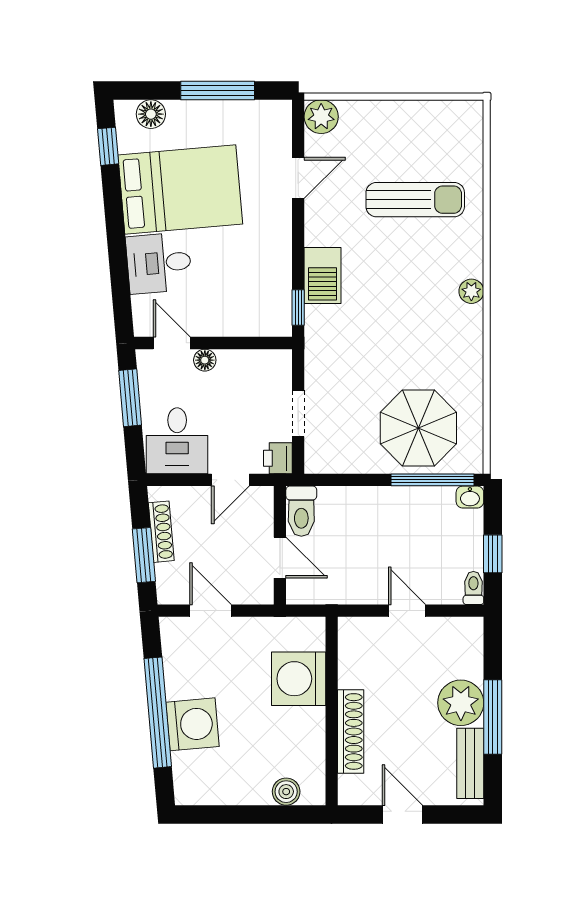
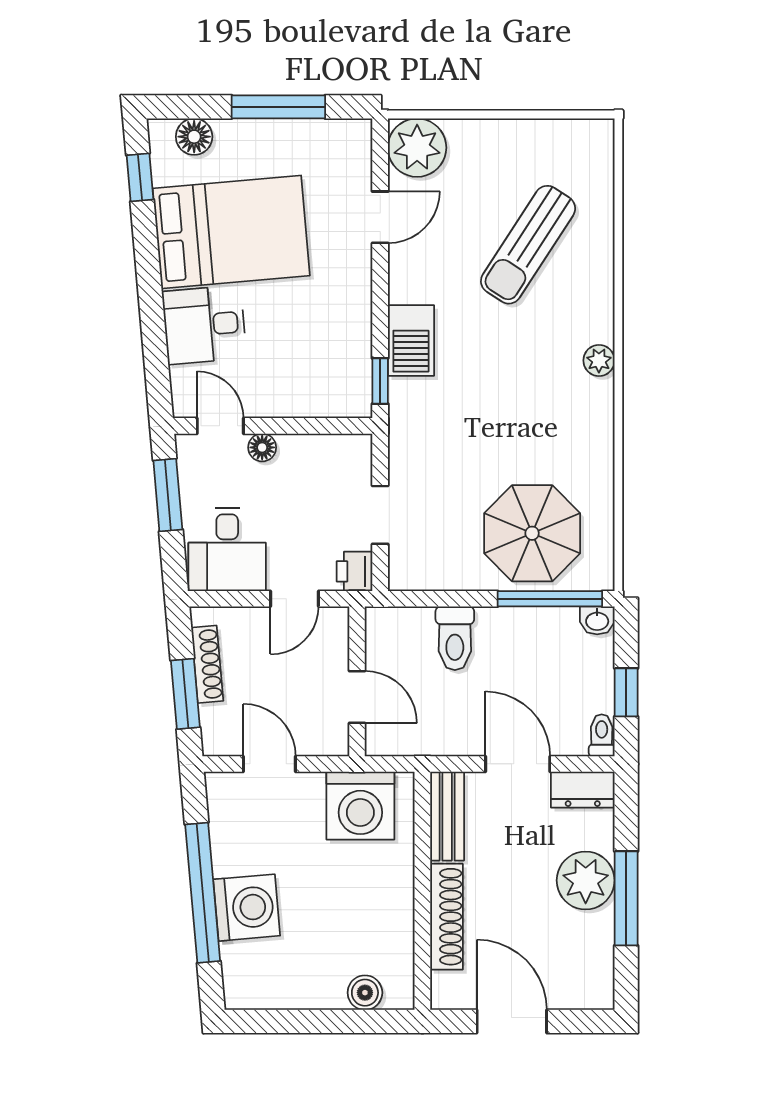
plant: (321, 117) -> (417, 148), width x1.36, depth x1.36
sun lounger: (415, 200) -> (528, 245), turned 123
toilet: (301, 511) -> (455, 638), moved
door: (407, 611) -> (518, 764), width x1.38
dresser: (458, 631) -> (583, 790), added
washing machine: (299, 679) -> (360, 806), moved, turned -90
bench: (470, 763) -> (447, 816), moved
door: (402, 814) -> (512, 1021), width x1.38

